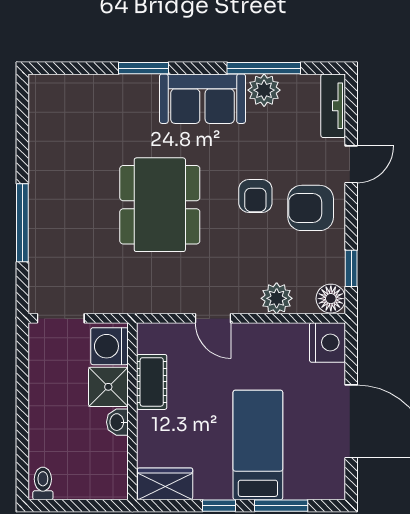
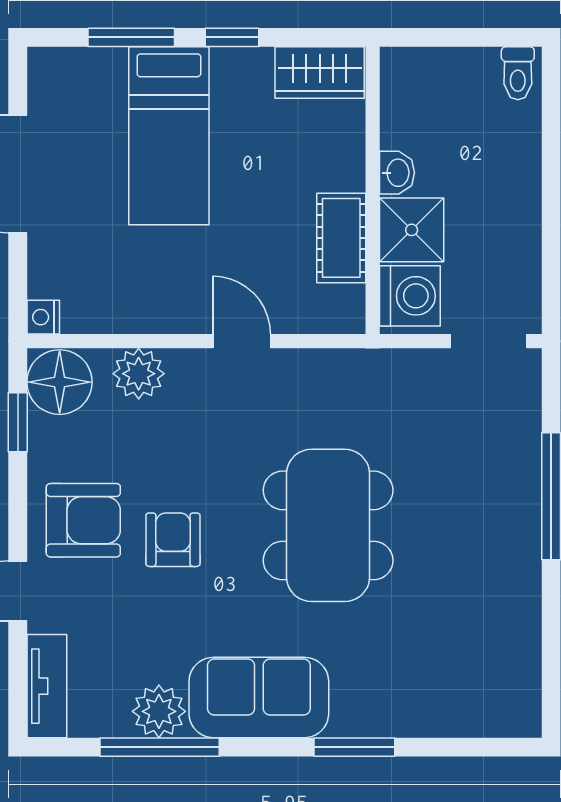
floor lamp: (331, 299) -> (60, 382), width x1.38, depth x1.38
nightstand: (327, 342) -> (43, 317), width x0.53, depth x0.56

